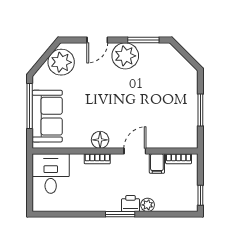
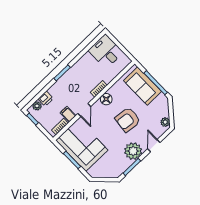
plant: (61, 62) -> (165, 122), width x0.53, depth x0.53
armchair: (98, 95) -> (128, 120), added
corner sofa: (174, 116) -> (82, 145), added
desk: (51, 174) -> (106, 51), moved, turned 180
printer: (131, 204) -> (46, 99), moved
plant: (148, 205) -> (37, 106), moved

